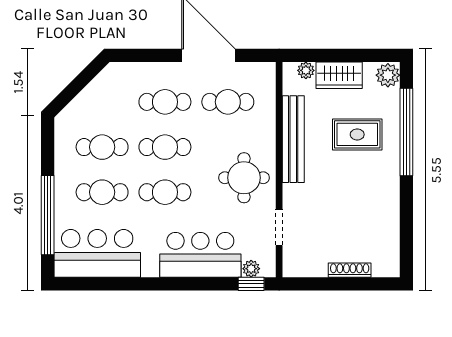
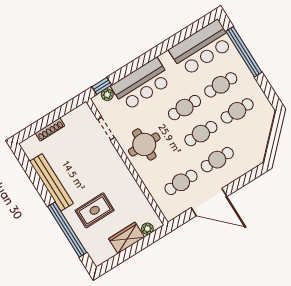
plant: (388, 75) -> (98, 256), removed
bench: (293, 139) -> (51, 182), moved

